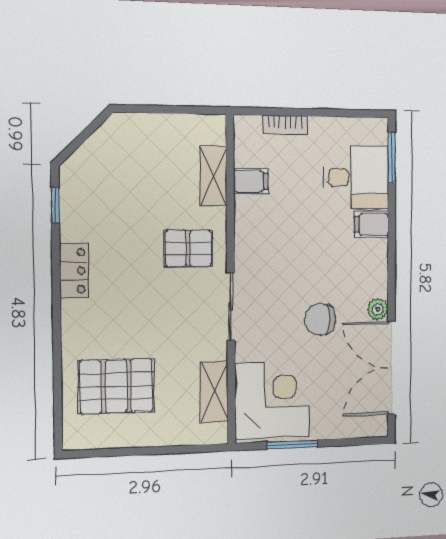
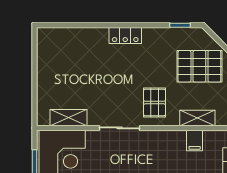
locker: (74, 271) -> (125, 36), moved
pallet: (116, 386) -> (199, 66), moved, turned 90

